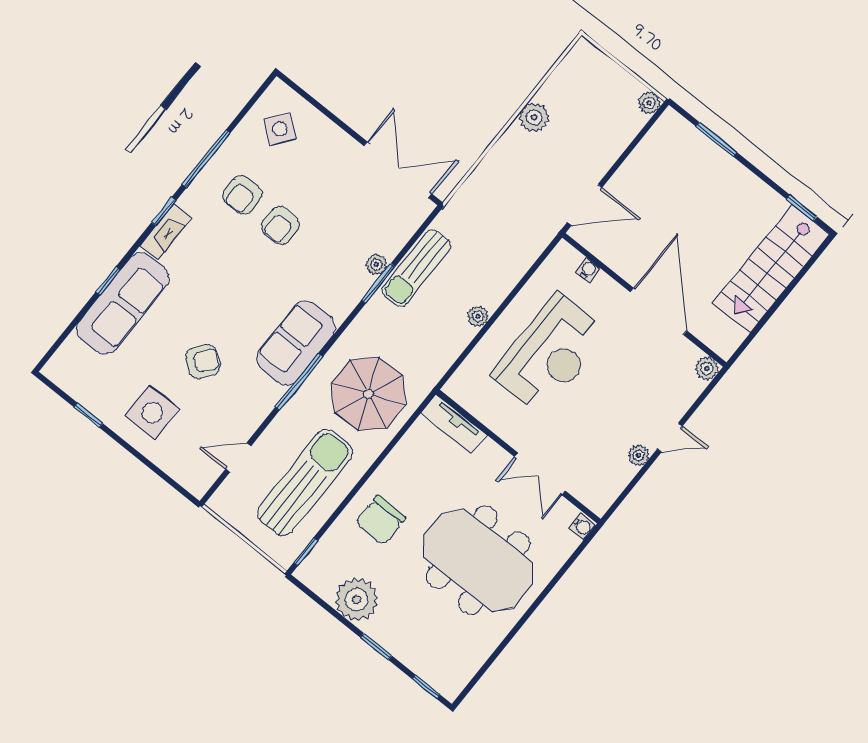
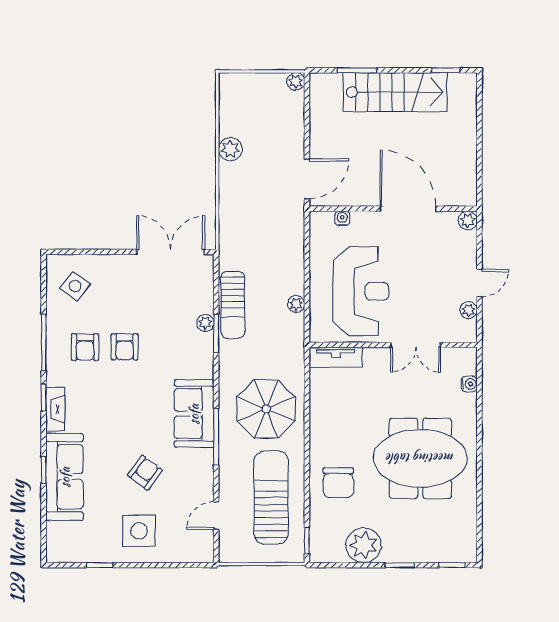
stairs: (771, 269) -> (395, 92), moved, turned -90
tv unit: (454, 424) -> (336, 357), moved
wall: (518, 457) -> (393, 345), moved
double door: (540, 474) -> (416, 345), moved

